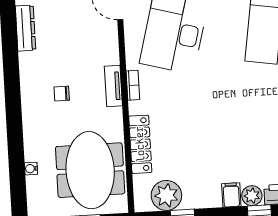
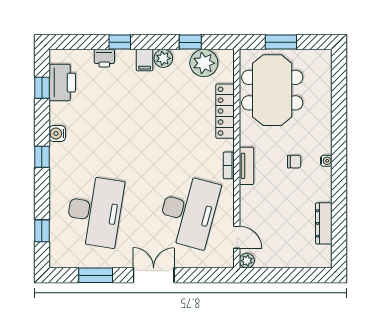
water cooler: (31, 169) -> (326, 161), moved
plant: (252, 196) -> (163, 58), moved

